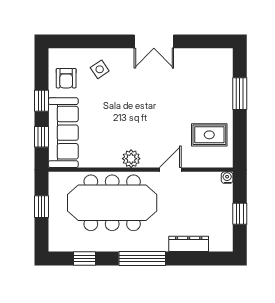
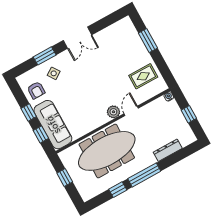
window: (100, 41) -> (45, 56), added
plant: (131, 159) -> (113, 112), moved
window: (85, 259) -> (118, 190), moved

